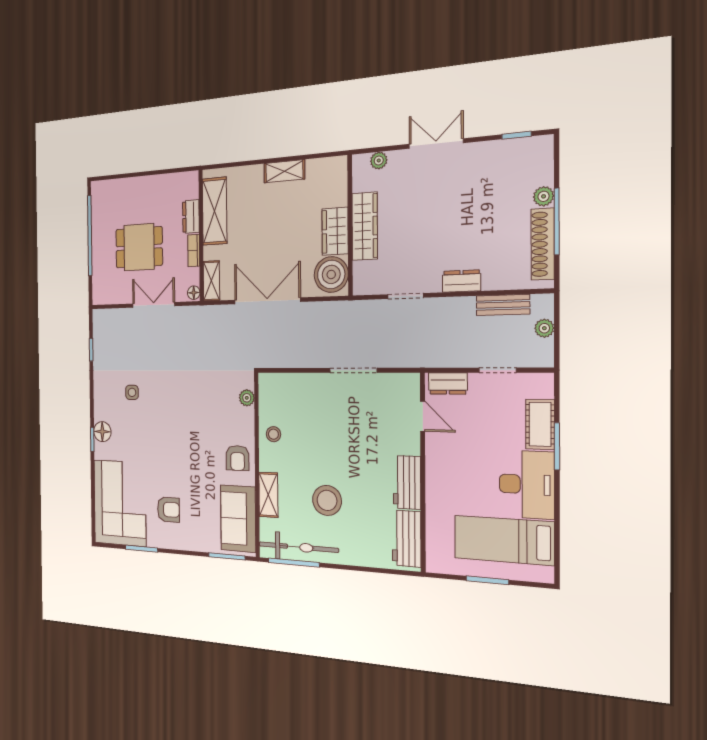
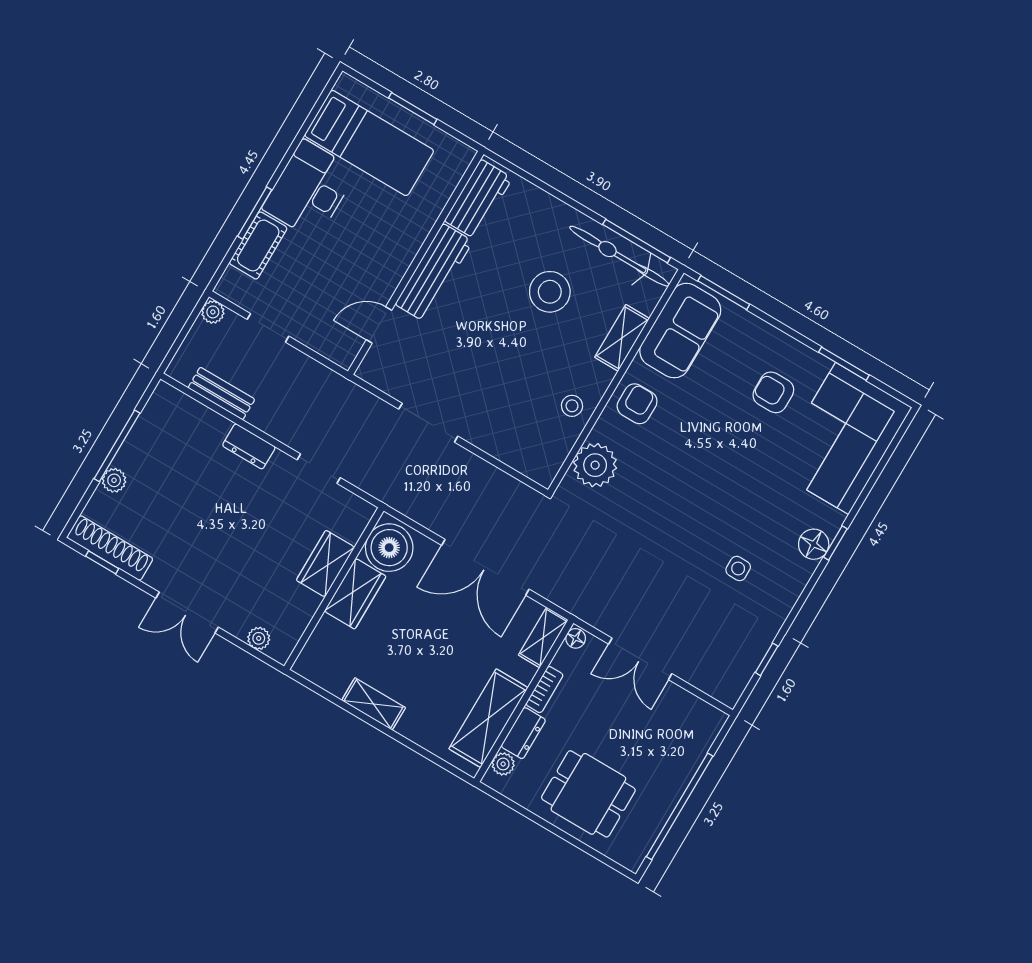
plant: (192, 190) -> (503, 764), added
wardrobe: (365, 226) -> (325, 564), width x0.67
shoe rack: (543, 244) -> (110, 548), moved, turned -90
dining table: (139, 247) -> (588, 794), moved
plant: (544, 328) -> (213, 312), moved
dresser: (448, 383) -> (329, 345), removed
plant: (247, 398) -> (595, 465), width x1.88, depth x1.88
door: (423, 416) -> (379, 325), hinge flipped
workbench: (407, 482) -> (434, 273), width x1.38

